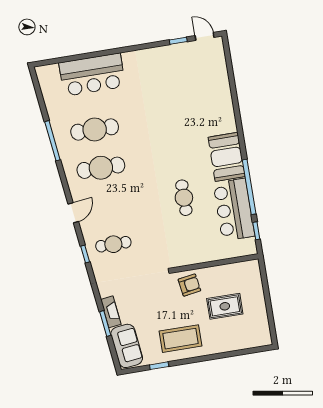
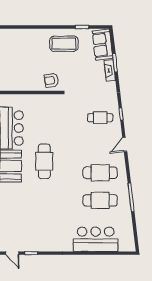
cafe table: (184, 198) -> (44, 161), moved, width x1.37, depth x1.35
rug: (225, 306) -> (29, 61), removed

